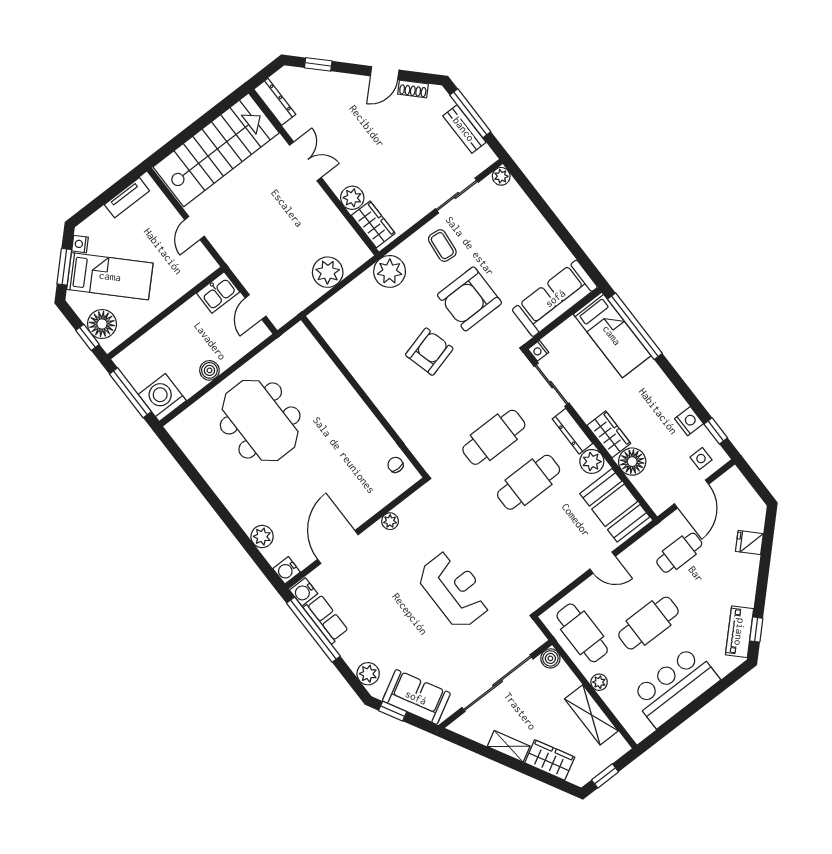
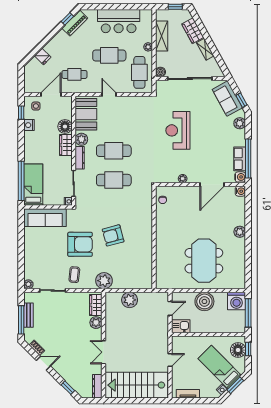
boiler: (209, 370) -> (204, 301), width x1.86, depth x1.86
plant: (262, 537) -> (240, 232), moved

